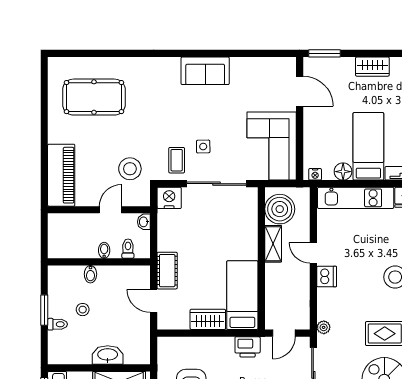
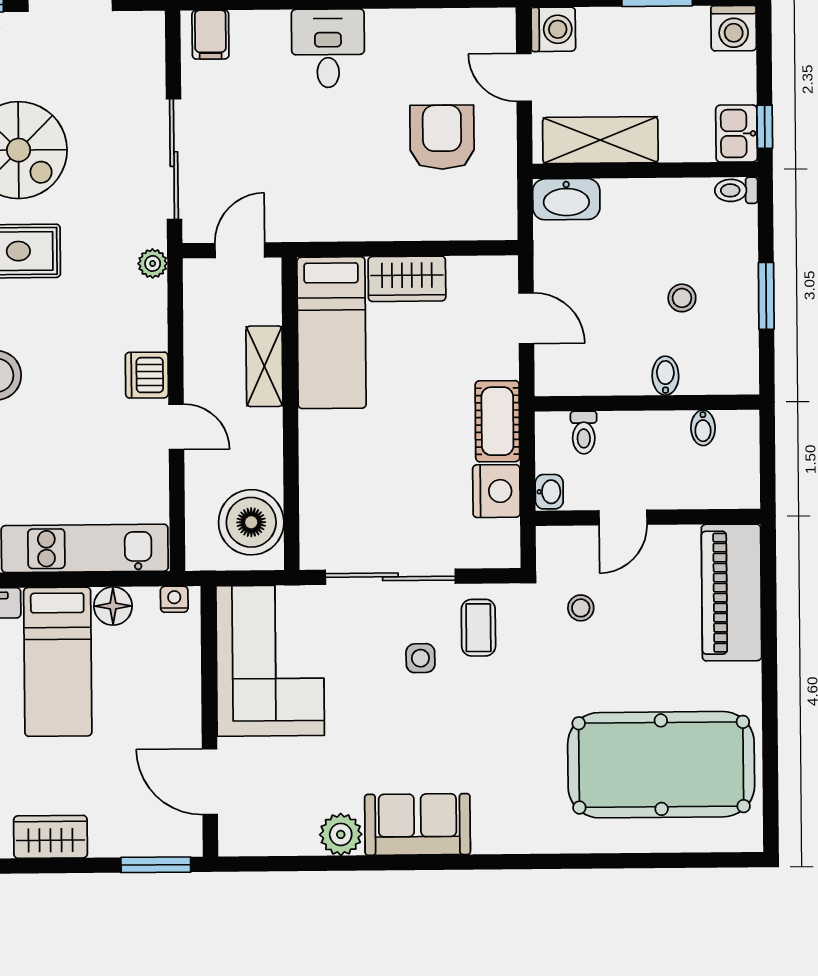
plant: (240, 67) -> (341, 834), added
pool table: (94, 97) -> (661, 765), width x1.36, depth x1.32
stool: (130, 169) -> (581, 608), width x0.53, depth x0.53
nightstand: (169, 198) -> (496, 491), moved, turned -90
shelving: (273, 244) -> (264, 366), moved
bidet: (104, 250) -> (703, 428), moved
cot: (167, 271) -> (497, 421), moved
toilet: (57, 324) -> (736, 190), moved
printer: (248, 347) -> (319, 219), removed
washbasin: (108, 355) -> (566, 199), moved

